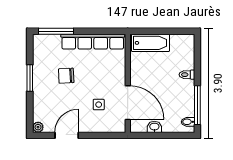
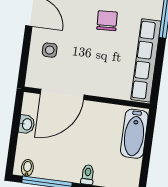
side table: (99, 105) -> (50, 50), moved

